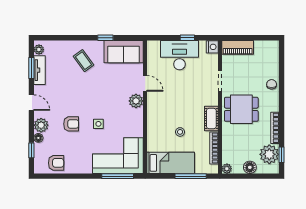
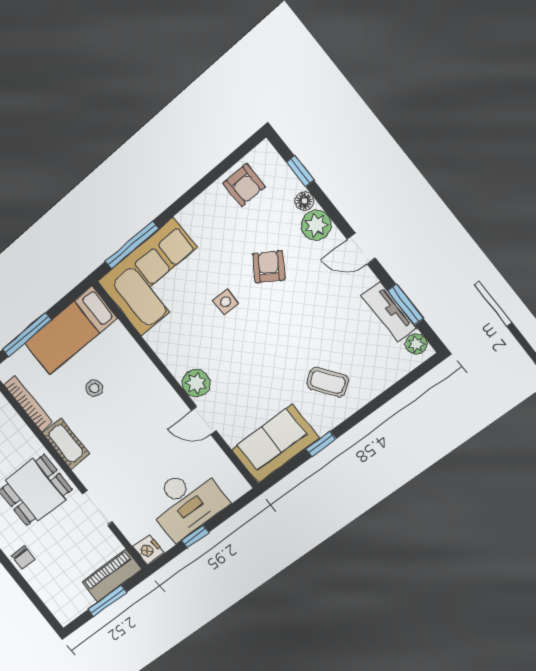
window: (249, 38) -> (107, 601), added
armchair: (71, 124) -> (269, 267), turned 123
armchair: (56, 163) -> (244, 185), turned -90

